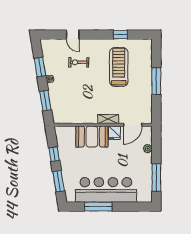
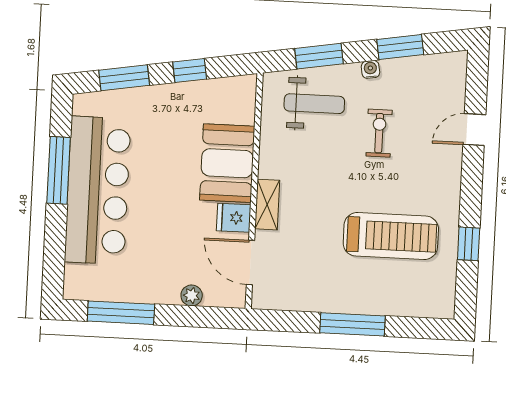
exercise bike: (79, 62) -> (379, 133), moved
weight bench: (65, 102) -> (314, 104), added

